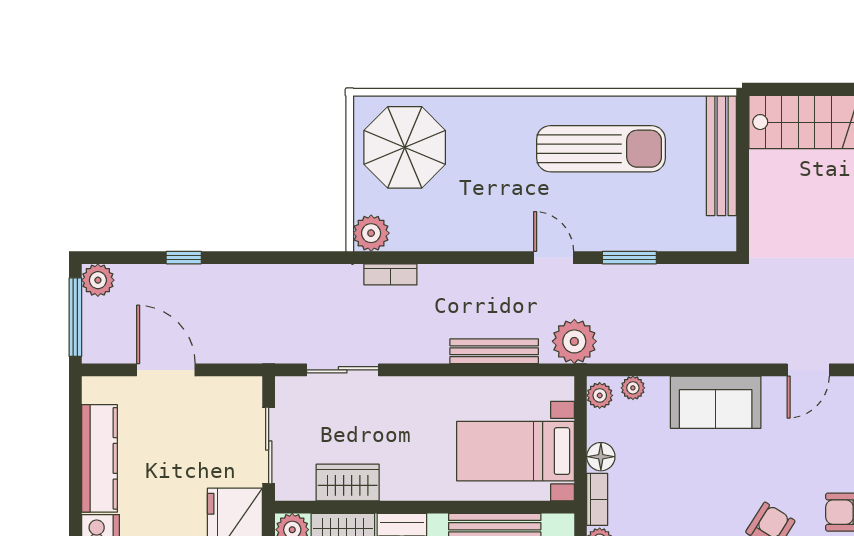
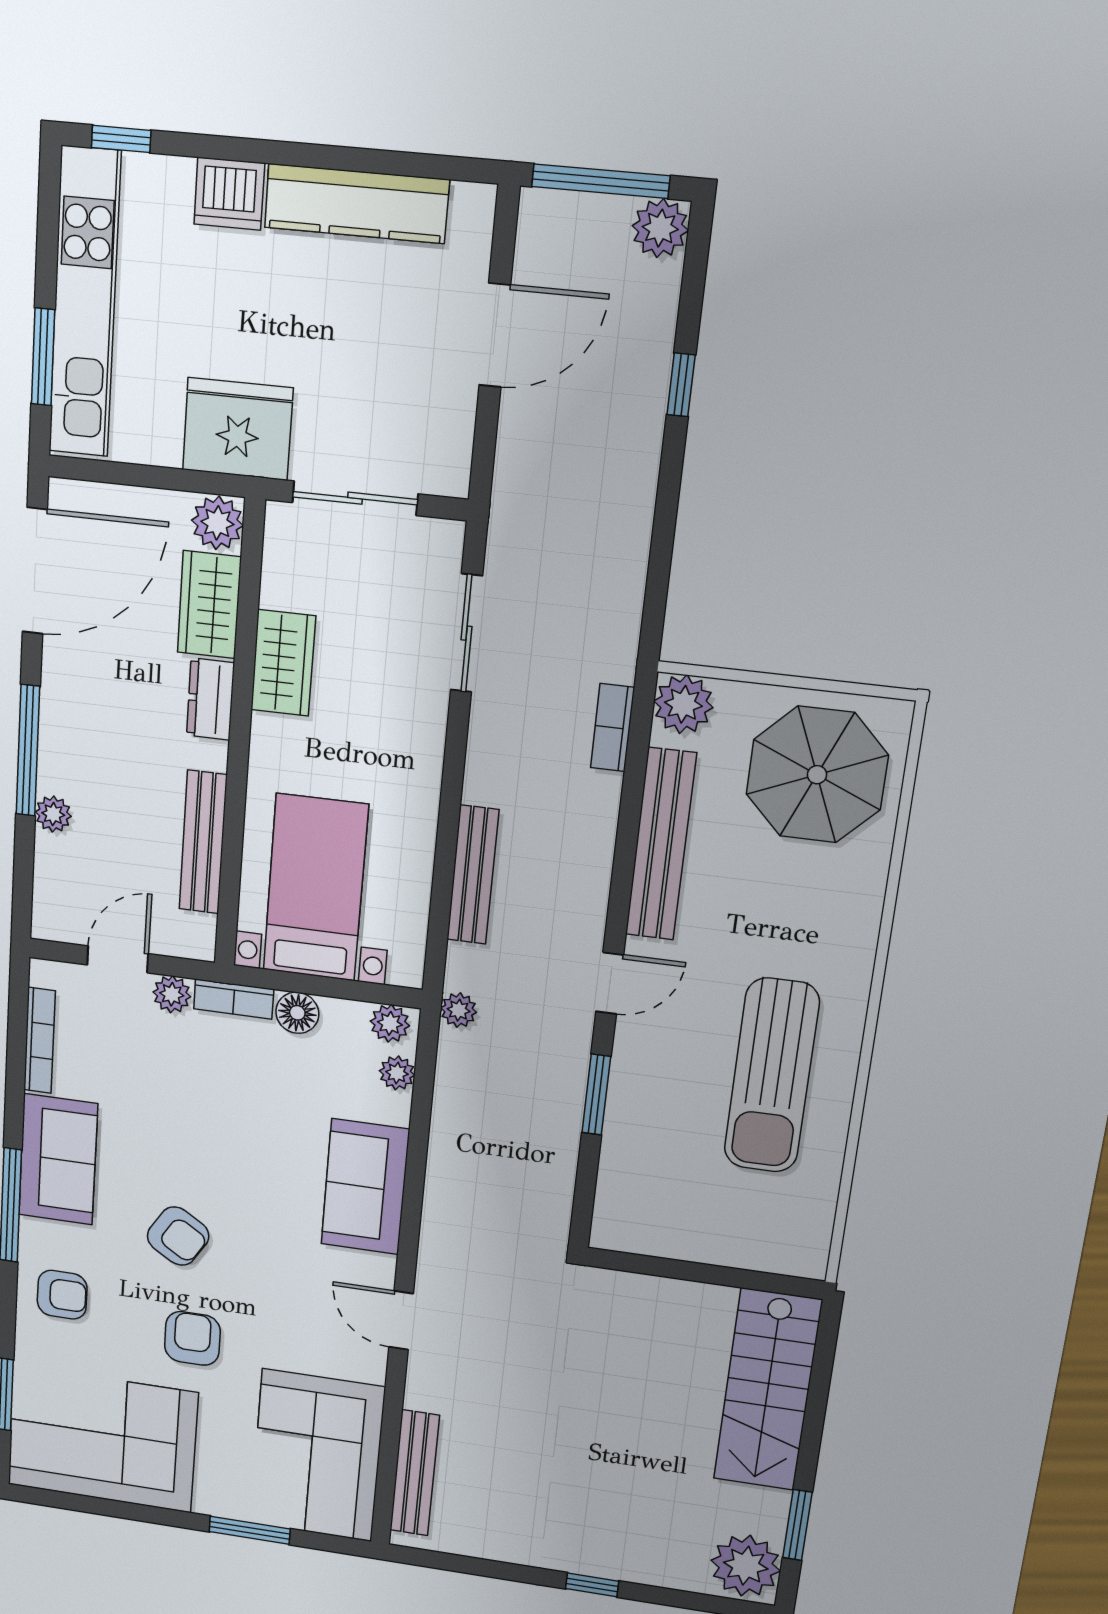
bench: (721, 156) -> (661, 844), moved, turned 90
plant: (574, 341) -> (459, 1010), width x0.53, depth x0.53
wardrobe: (348, 482) -> (283, 663), moved

